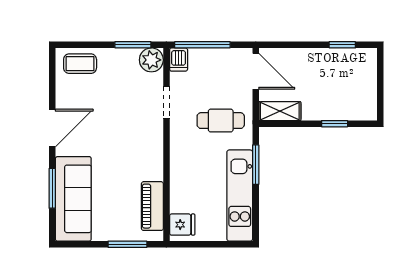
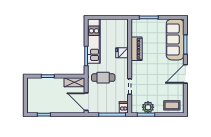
plant: (151, 60) -> (148, 107), moved
piano: (152, 206) -> (137, 49), moved
fridge: (182, 225) -> (122, 53), moved

